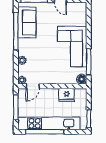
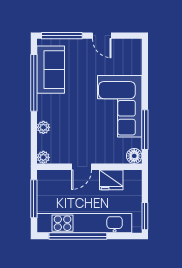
door: (33, 86) -> (82, 167), moved

